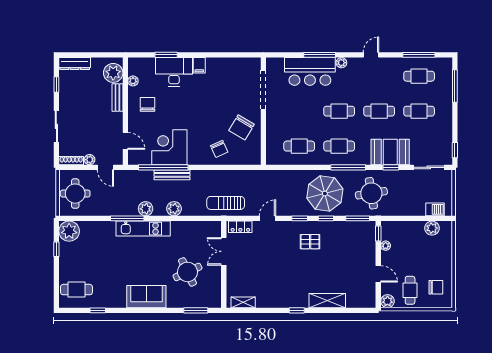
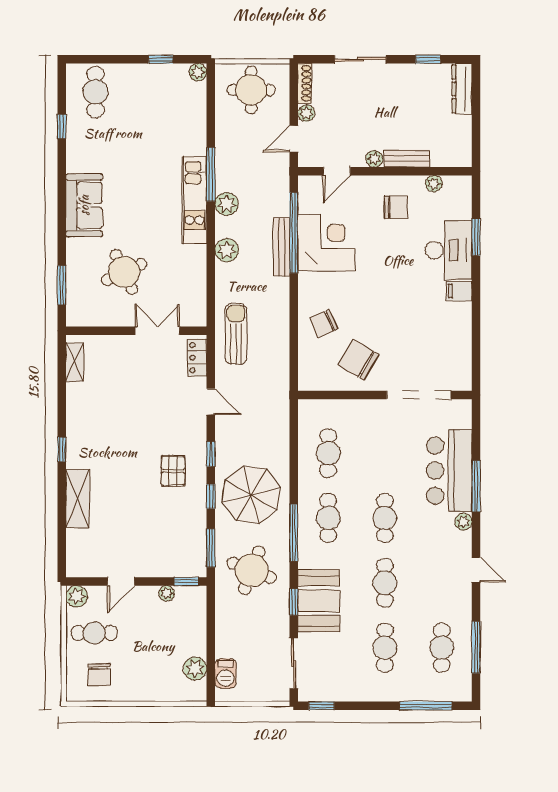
plant: (113, 73) -> (374, 159), moved, width x0.53, depth x0.53
round table: (371, 193) -> (252, 570), turned 30
plant: (69, 231) -> (198, 72), width x0.53, depth x0.53

